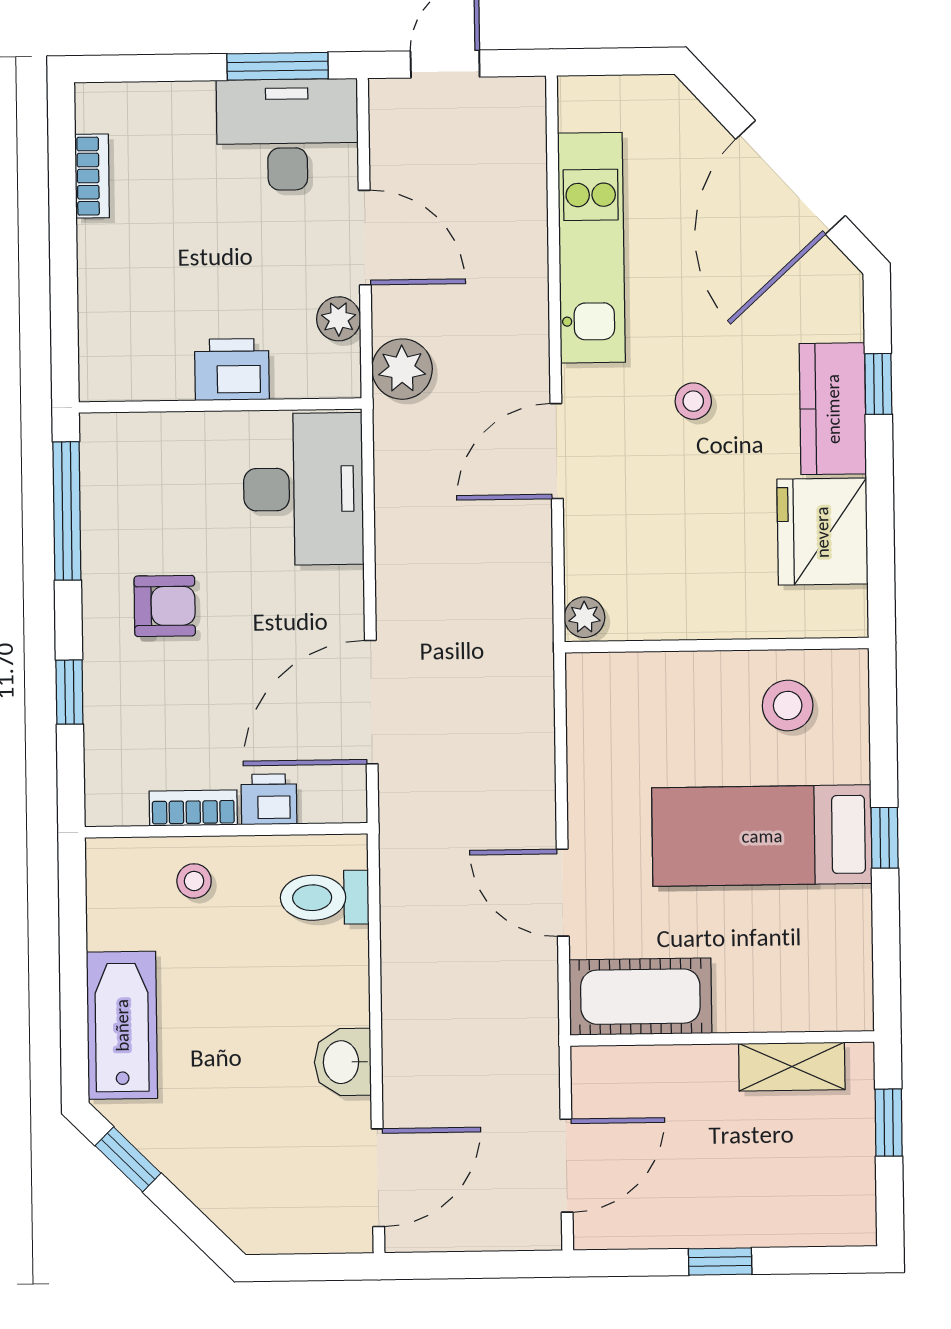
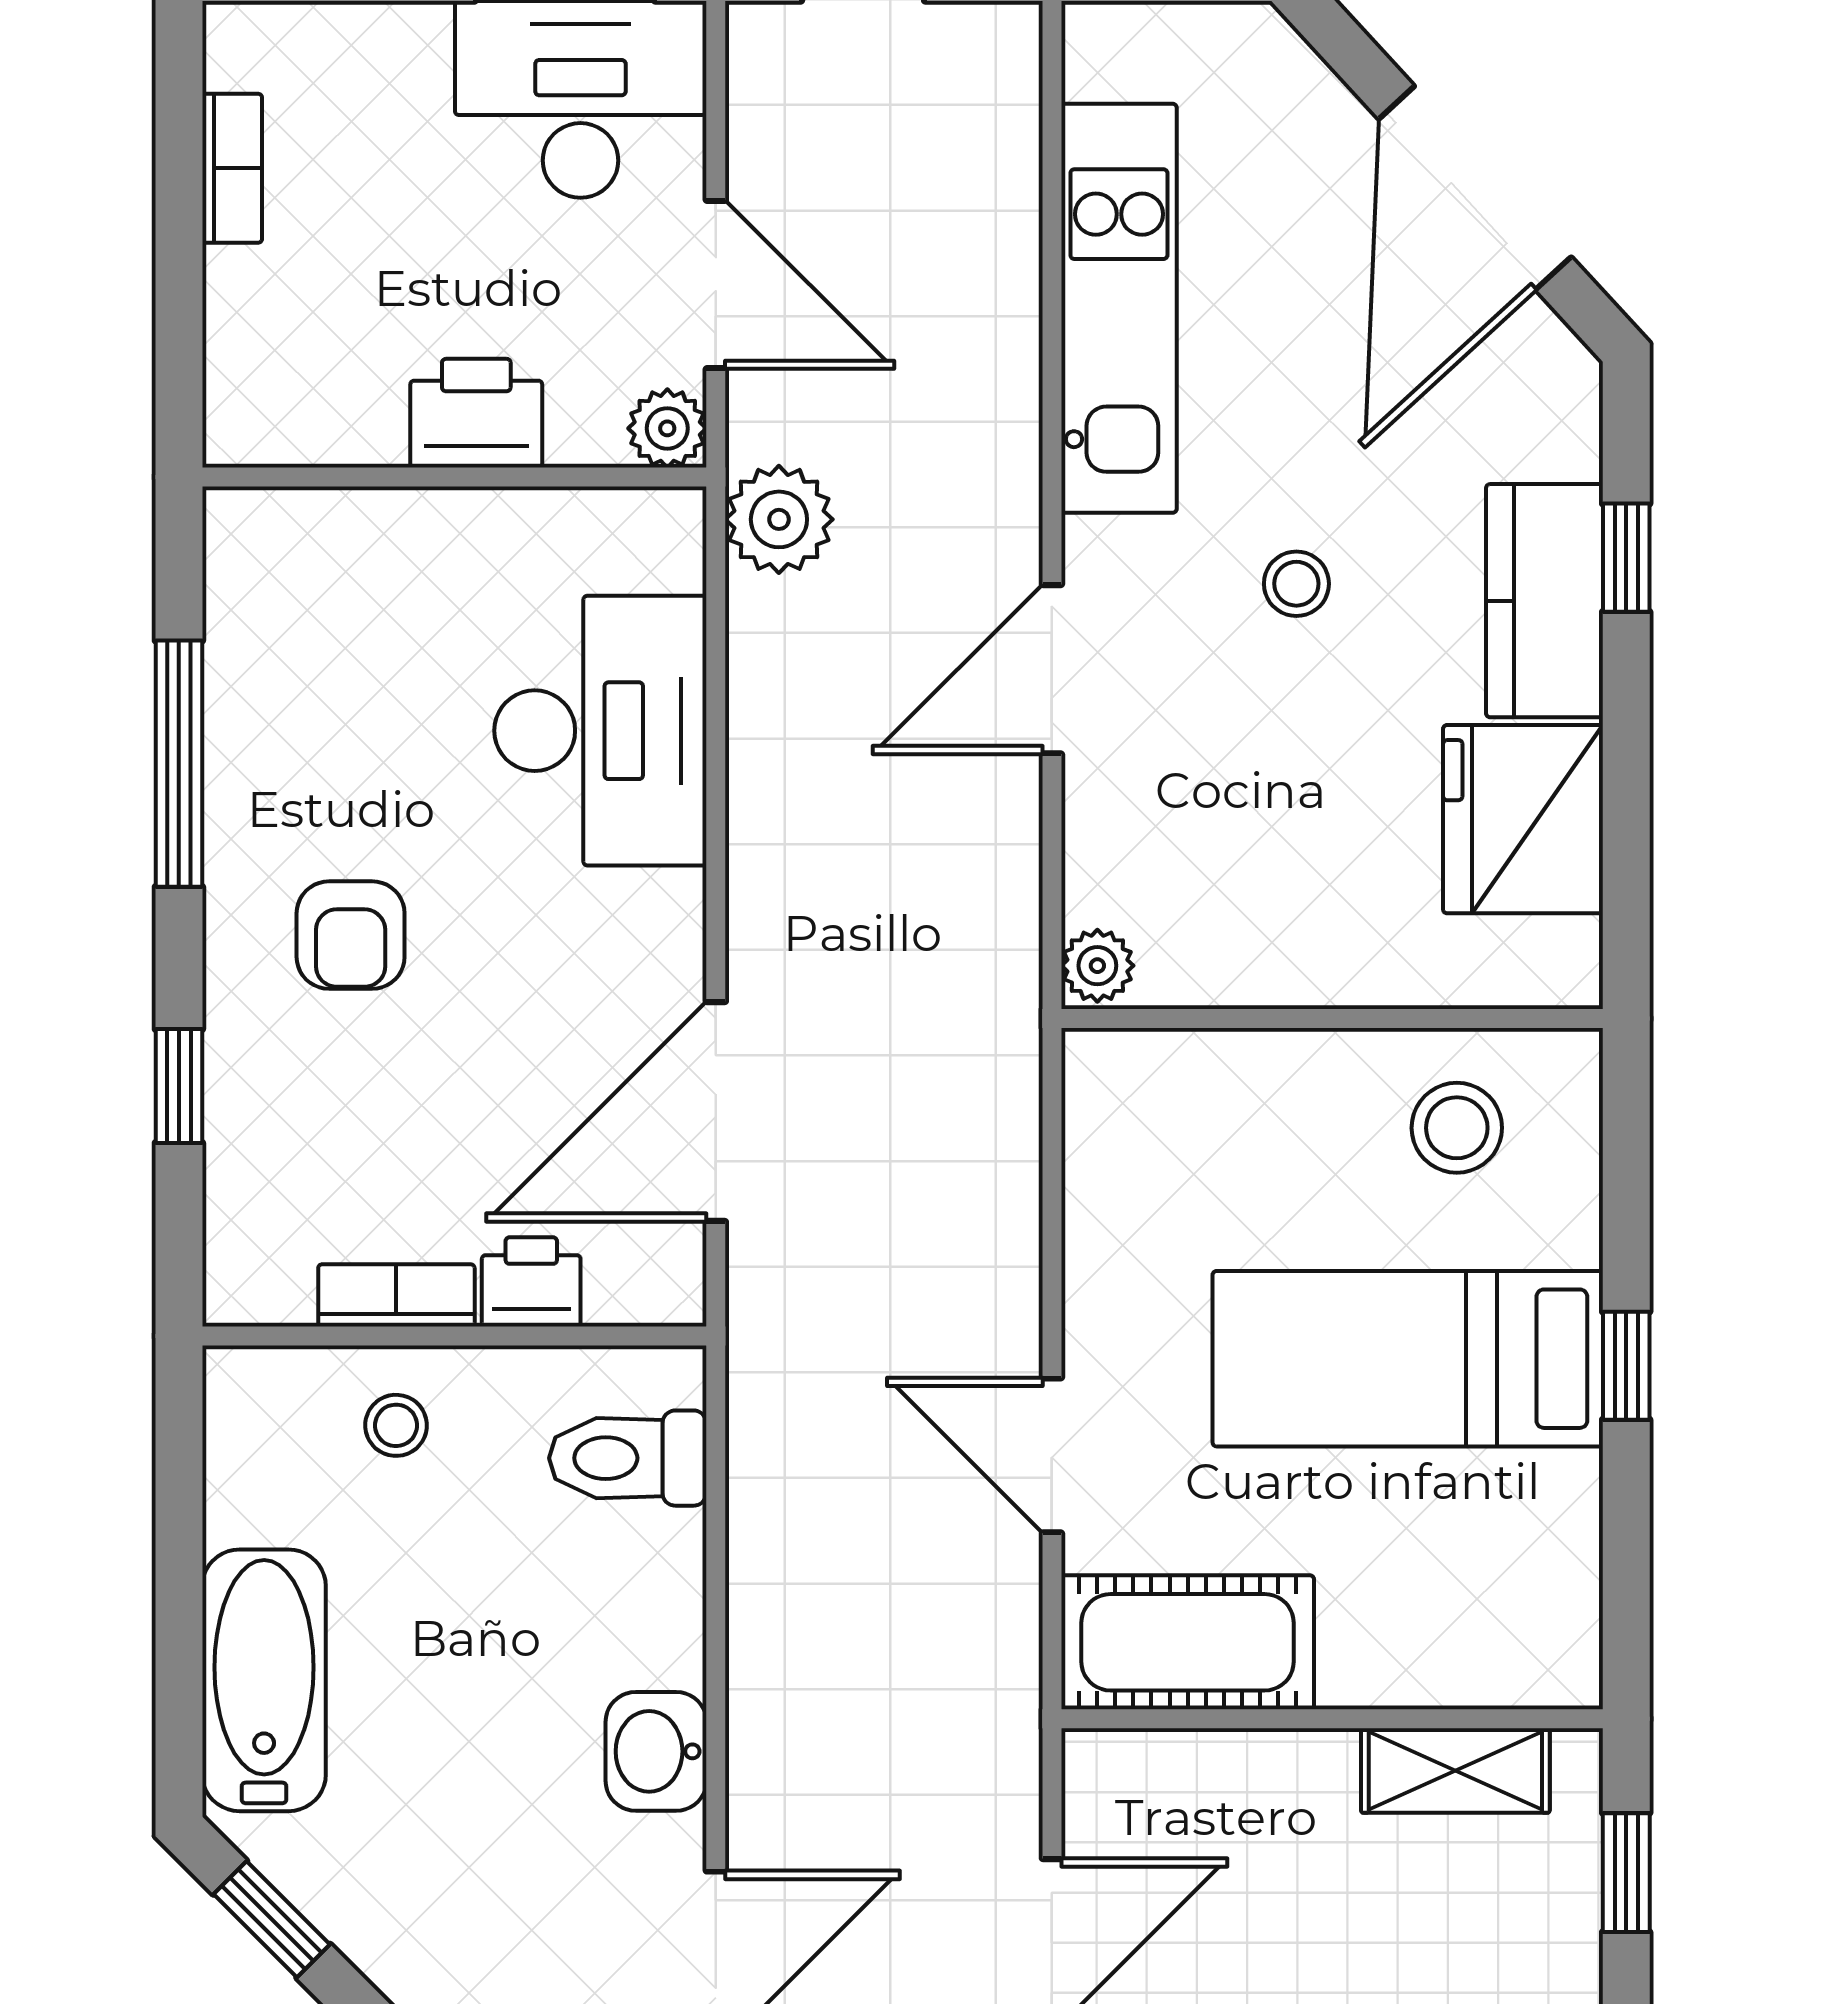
printer: (232, 369) -> (476, 413), moved
wall: (220, 405) -> (454, 477), moved
armchair: (165, 606) -> (351, 935), turned 90

